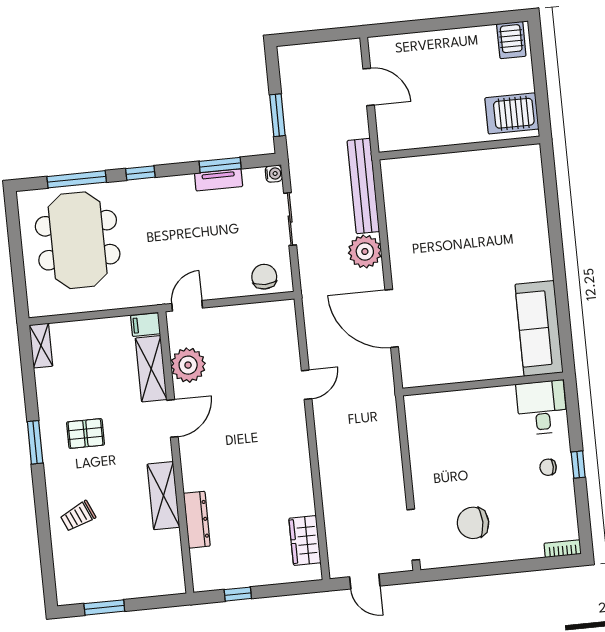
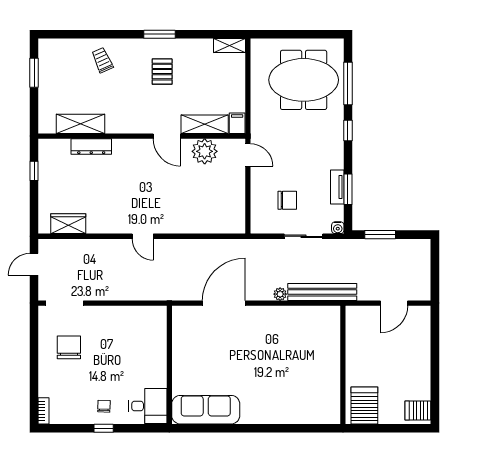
plant: (365, 252) -> (280, 294), width x0.53, depth x0.53
chair: (264, 277) -> (287, 200), moved
door: (307, 385) -> (143, 236), moved
shelving: (163, 496) -> (81, 124), moved

